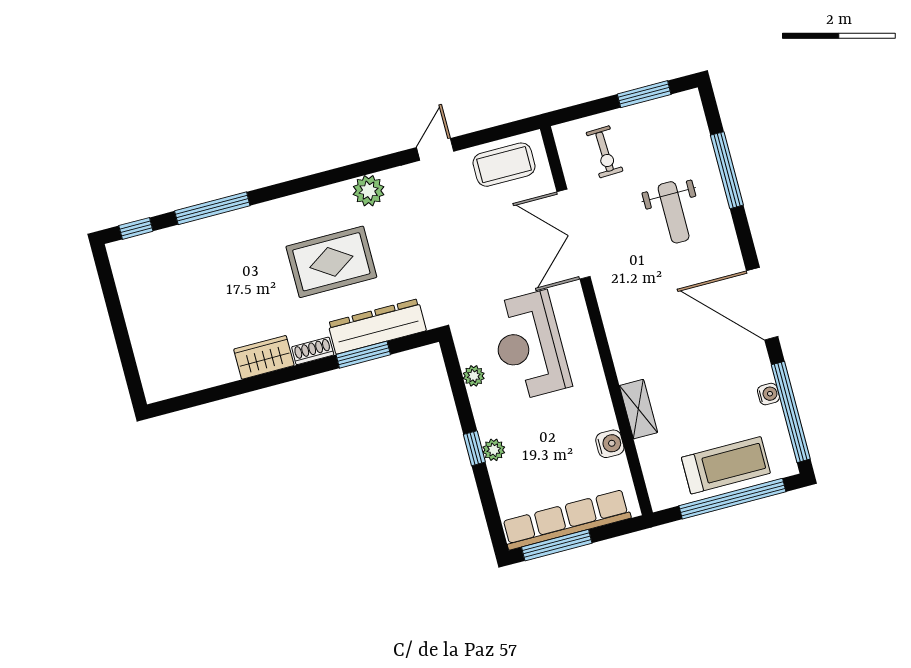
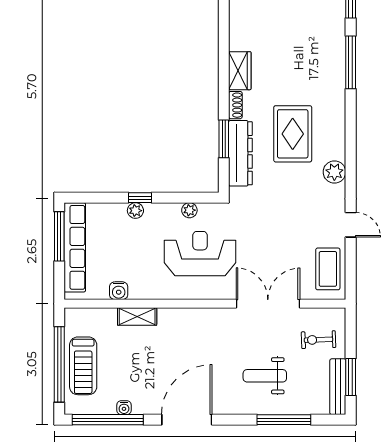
bench: (662, 108) -> (338, 387), added

